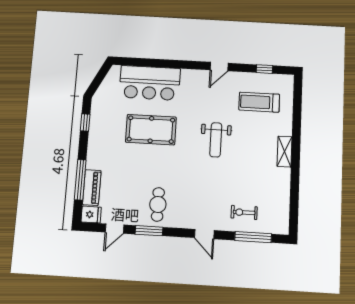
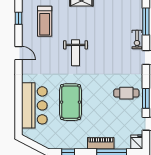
weight bench: (216, 140) -> (75, 53), turned 90
piano: (92, 188) -> (101, 143), moved
exercise bike: (244, 212) -> (137, 40), moved

